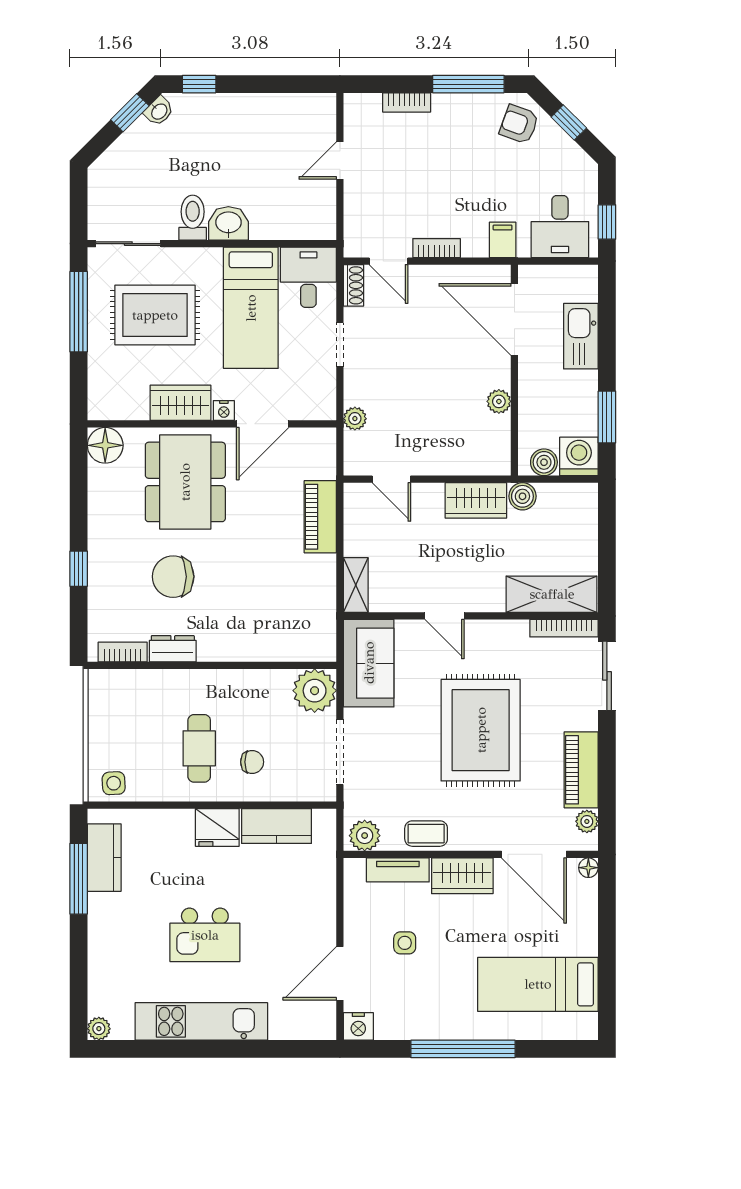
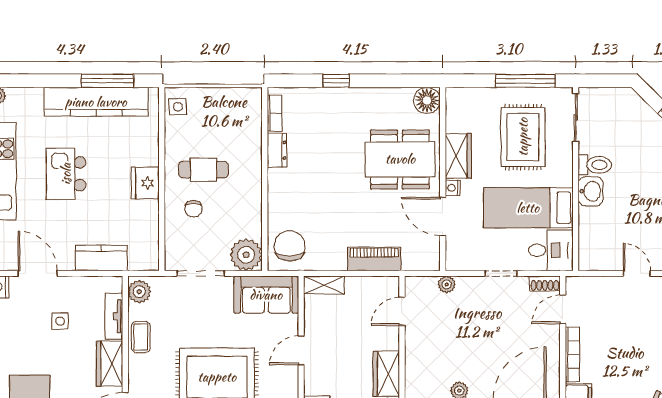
bookcase: (437, 248) -> (572, 355), width x1.56
chair: (173, 577) -> (290, 246), moved
kitchen counter: (276, 826) -> (101, 258), moved, turned 90
kitchen counter: (104, 858) -> (96, 102), width x2.08, depth x1.17

